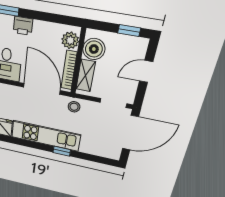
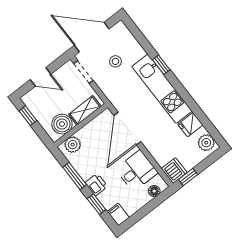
window: (45, 17) -> (75, 176), added
bookcase: (69, 70) -> (93, 125), removed
stool: (74, 107) -> (115, 61), moved

